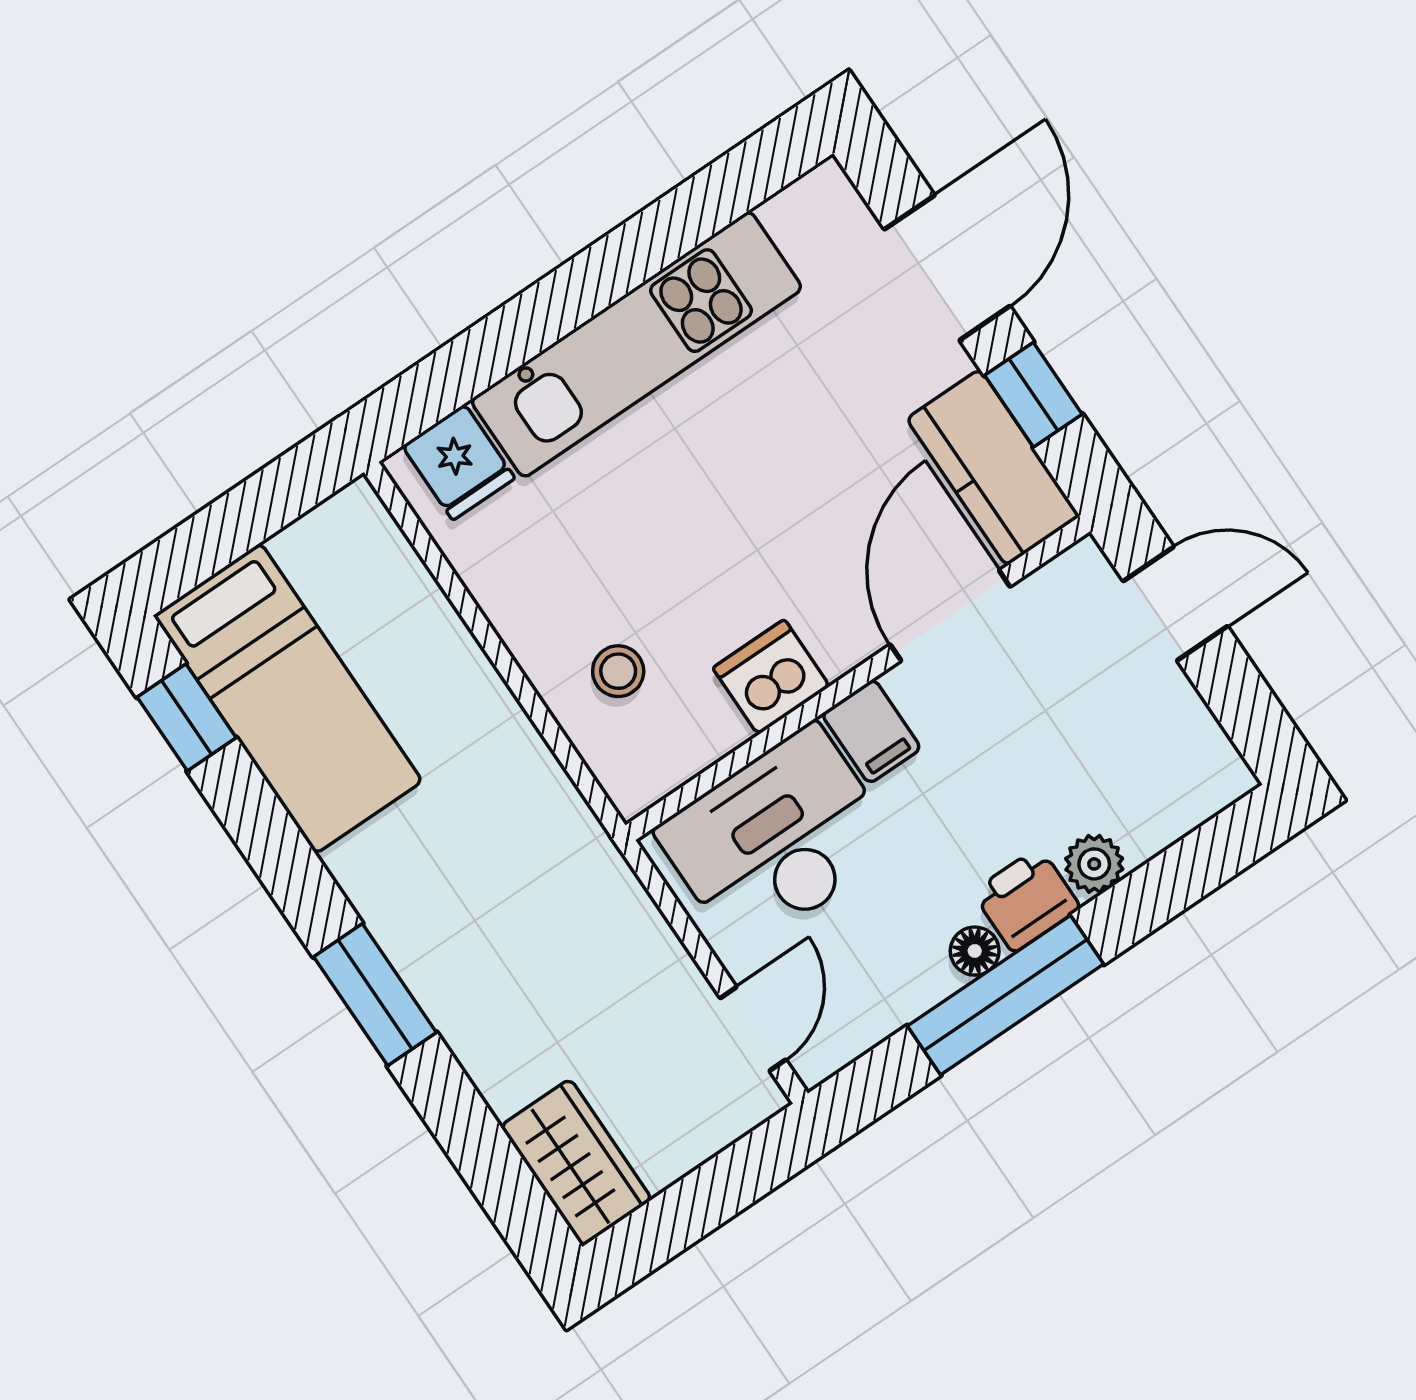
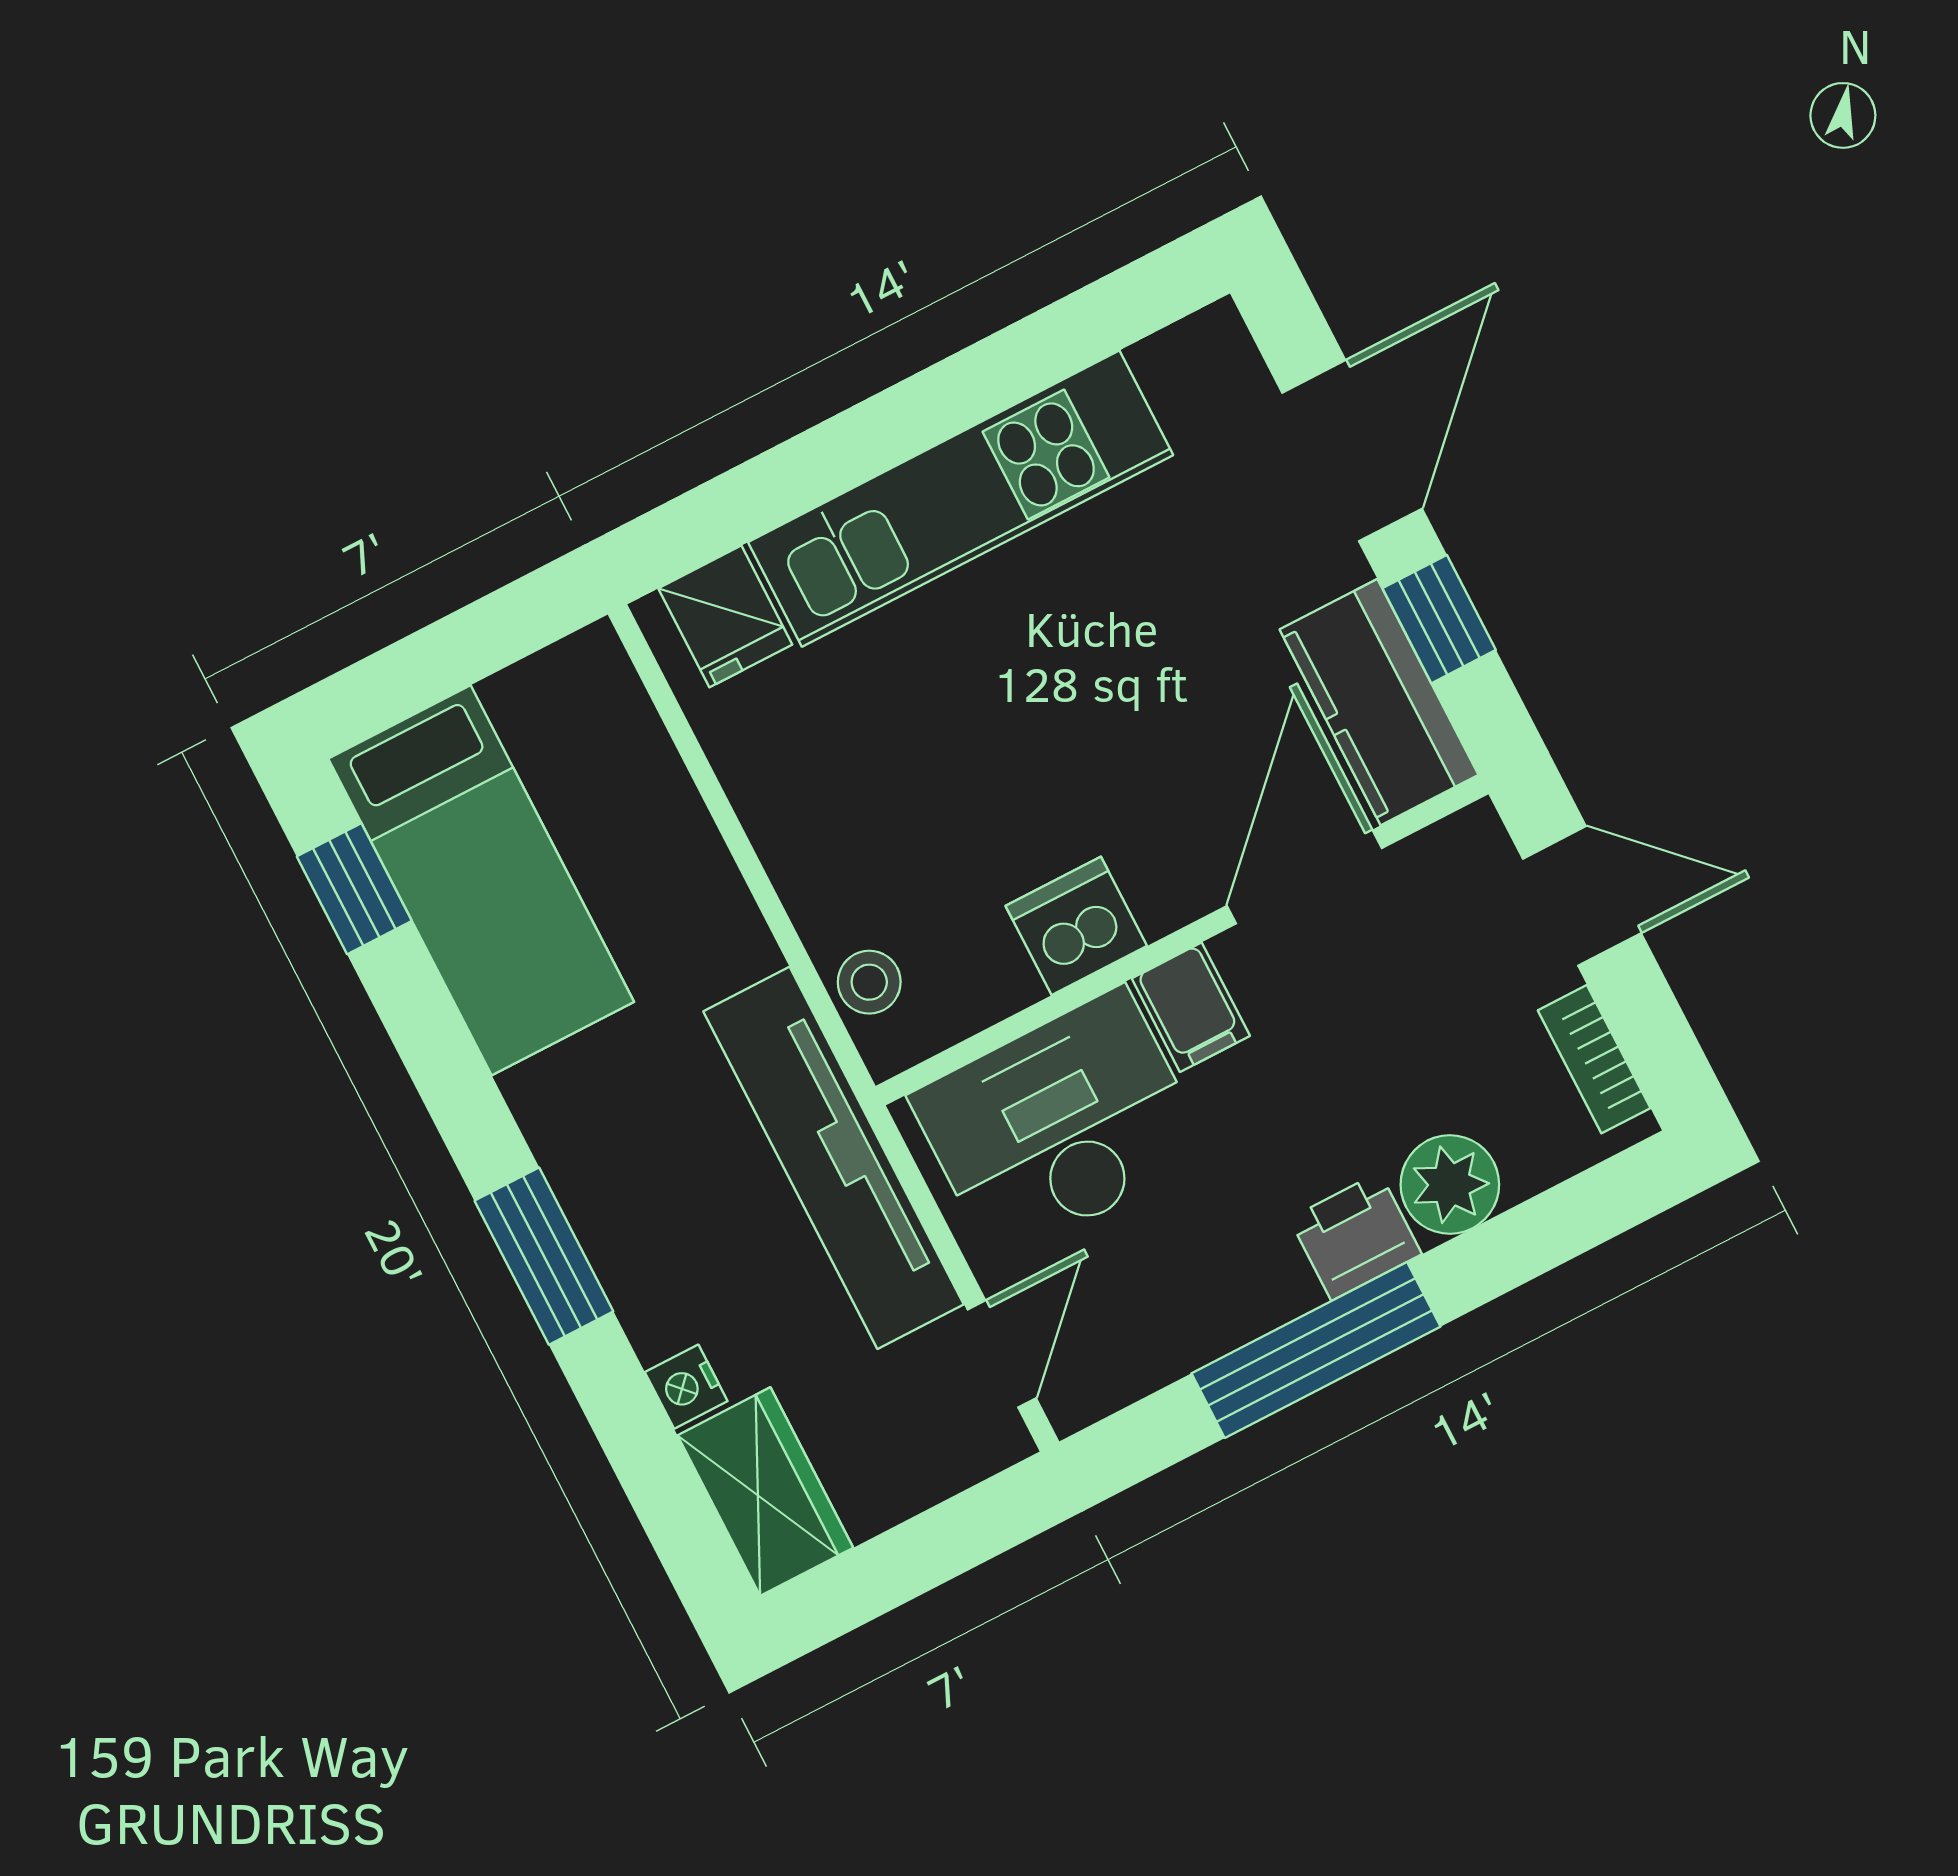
stool: (618, 671) -> (869, 982), moved
bookcase: (1201, 734) -> (1594, 1059), added
plant: (1094, 864) -> (1450, 1184), width x1.38, depth x1.38
tv unit: (599, 887) -> (834, 1158), added
floor lamp: (975, 951) -> (1285, 1292), removed
nightstand: (502, 1086) -> (686, 1387), added

